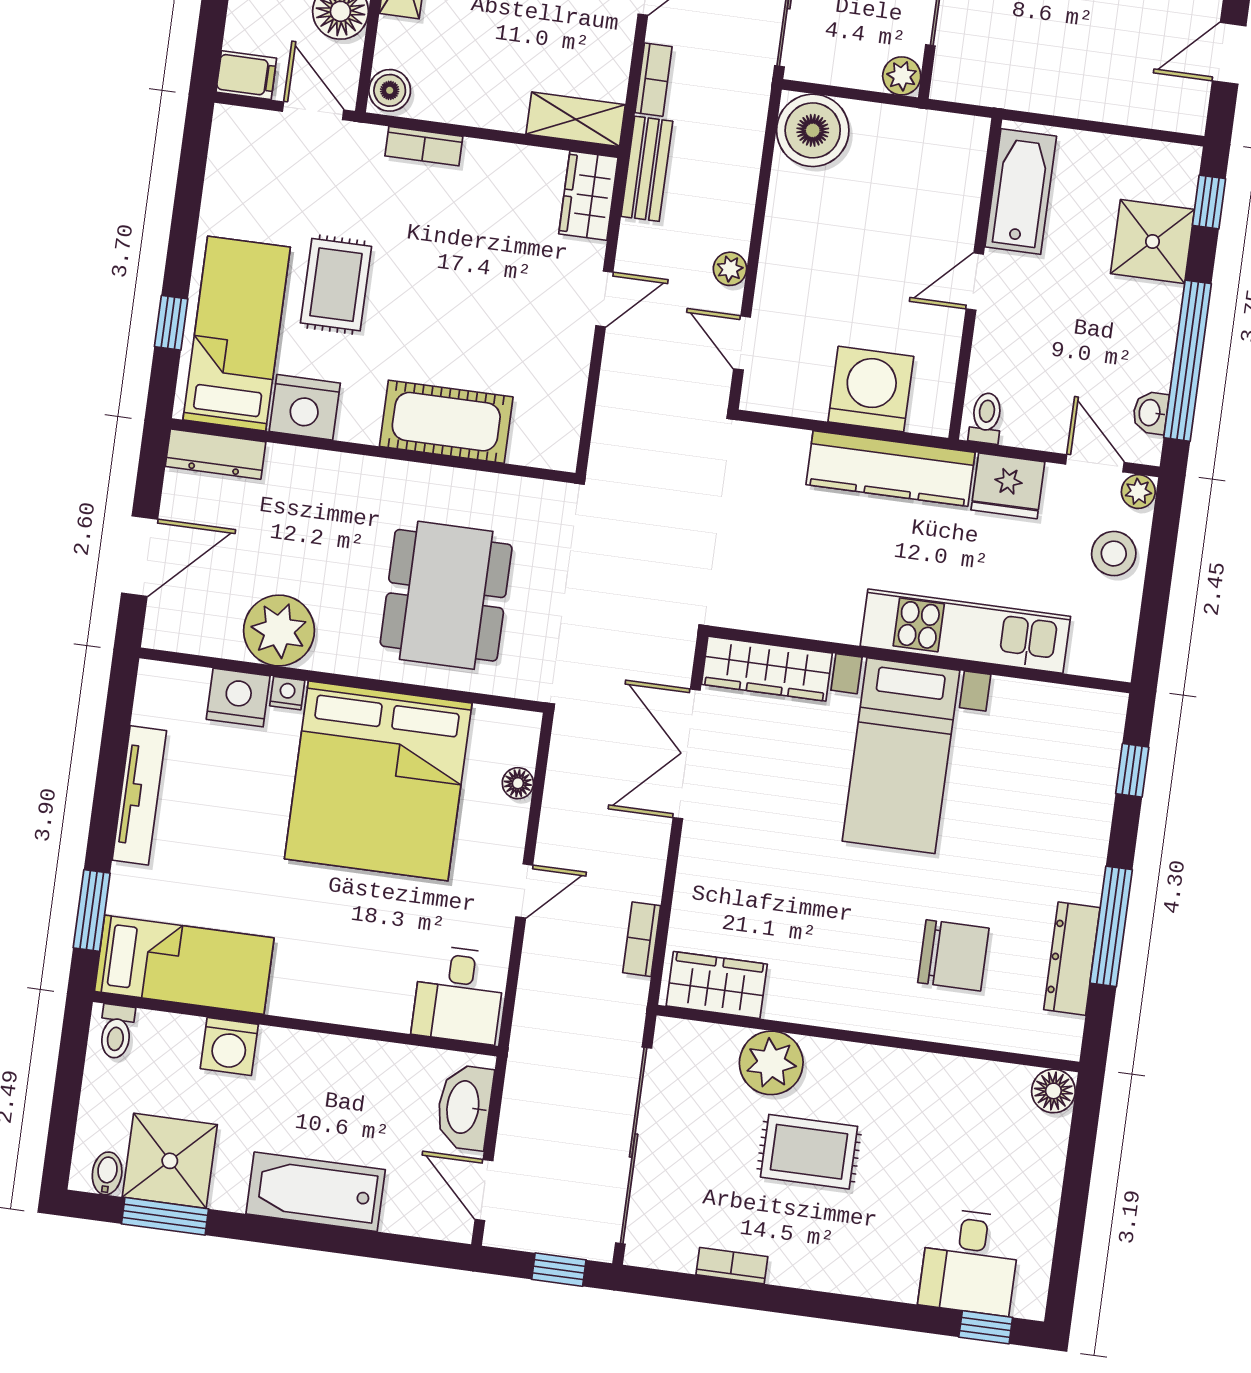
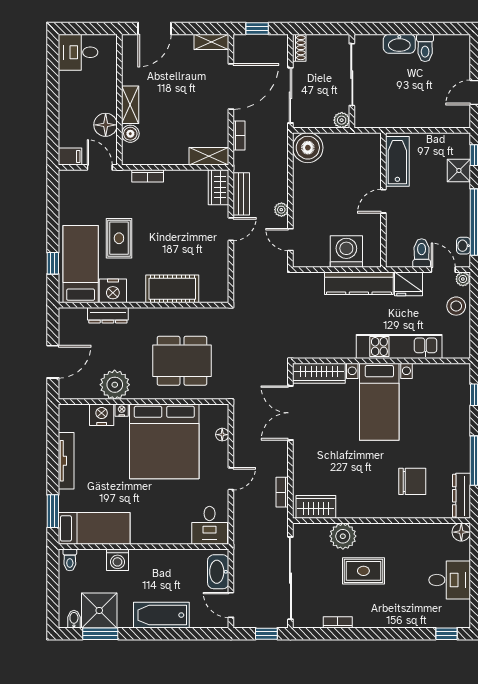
boiler: (390, 90) -> (130, 134), moved
bench: (647, 169) -> (241, 194), moved
shower: (1153, 242) -> (459, 170), width x0.73, depth x0.73
toilet: (986, 418) -> (422, 253), moved, width x1.37, depth x1.39
dresser: (216, 454) -> (108, 315), moved
dining table: (446, 595) -> (182, 361), turned 90
dresser: (1072, 959) -> (461, 496), moved
desk: (970, 1262) -> (450, 580), moved, turned -90

